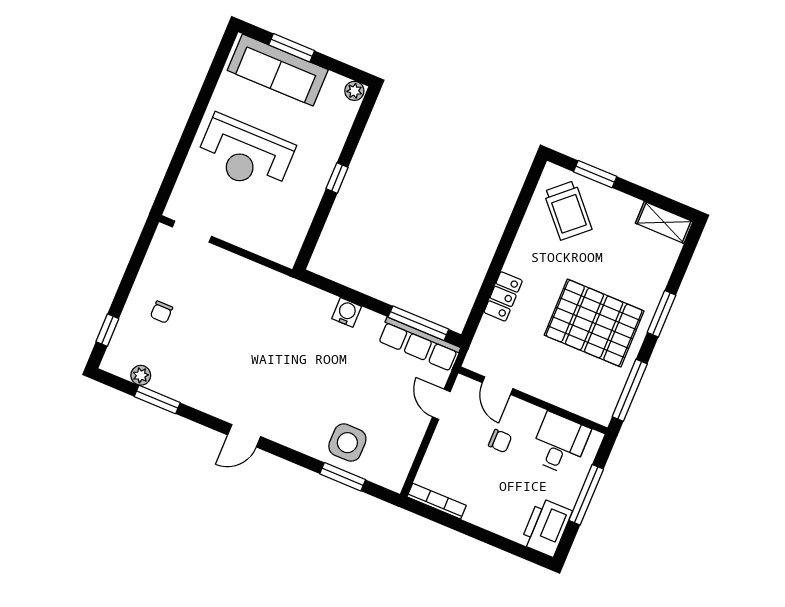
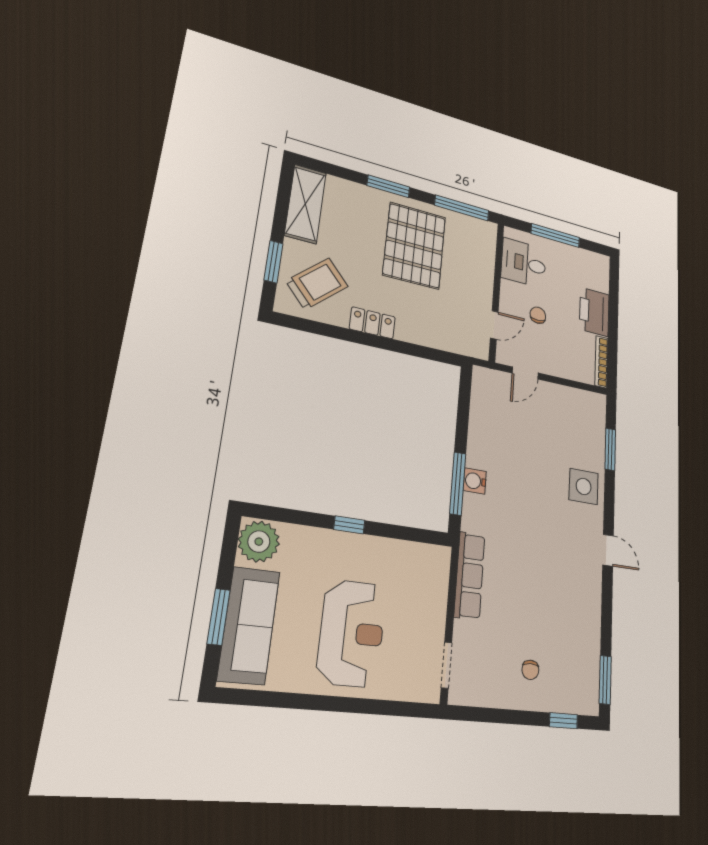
plant: (354, 91) -> (259, 542), width x1.88, depth x1.88
shelving: (664, 222) -> (305, 204), width x1.50, depth x1.33
locker: (503, 296) -> (372, 323), moved
chair: (162, 312) -> (530, 670), turned 90
window: (418, 323) -> (458, 484), moved
row of seats: (419, 344) -> (470, 575), moved
plant: (141, 375) -> (591, 670), removed
window: (157, 400) -> (605, 680), moved
side table: (347, 443) -> (584, 486), moved
printer: (546, 527) -> (594, 312), moved, turned 90

